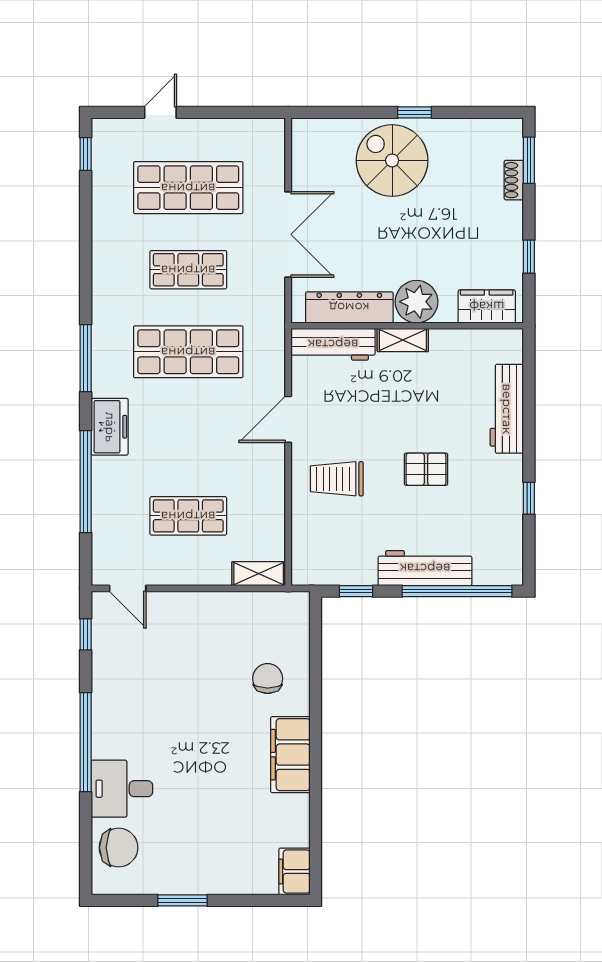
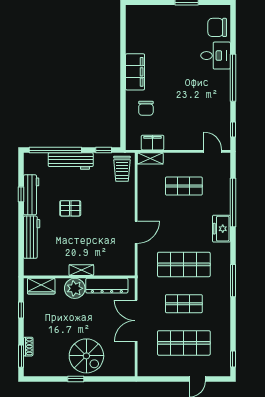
workbench: (333, 344) -> (31, 195), moved, turned 90
window: (86, 358) -> (233, 281), moved
trolley: (337, 479) -> (122, 169), moved, turned 90
filing cabinet: (294, 871) -> (153, 143), moved, turned -90

